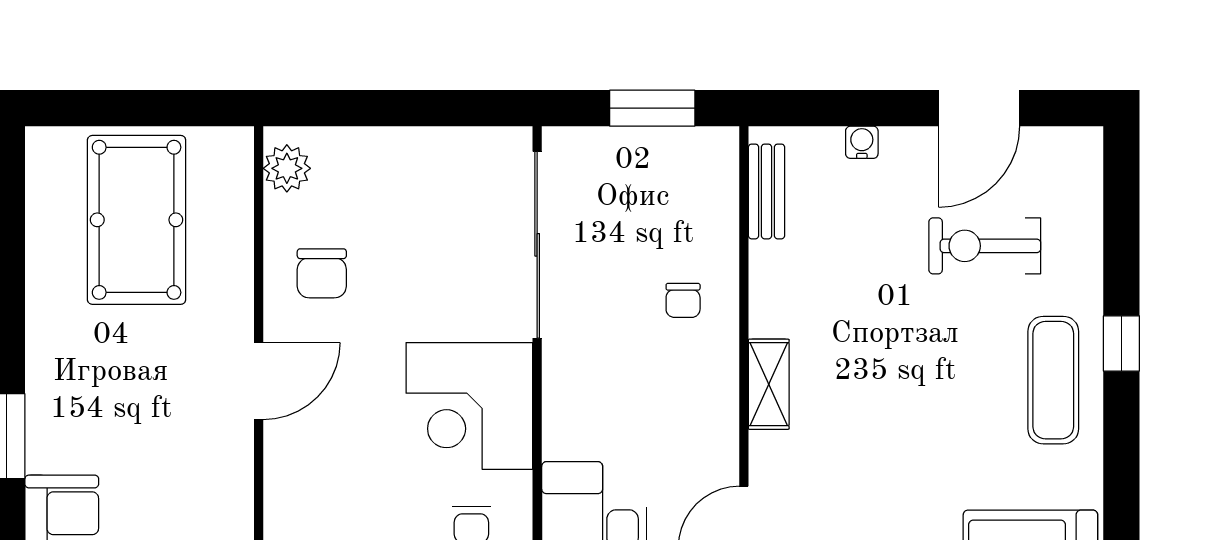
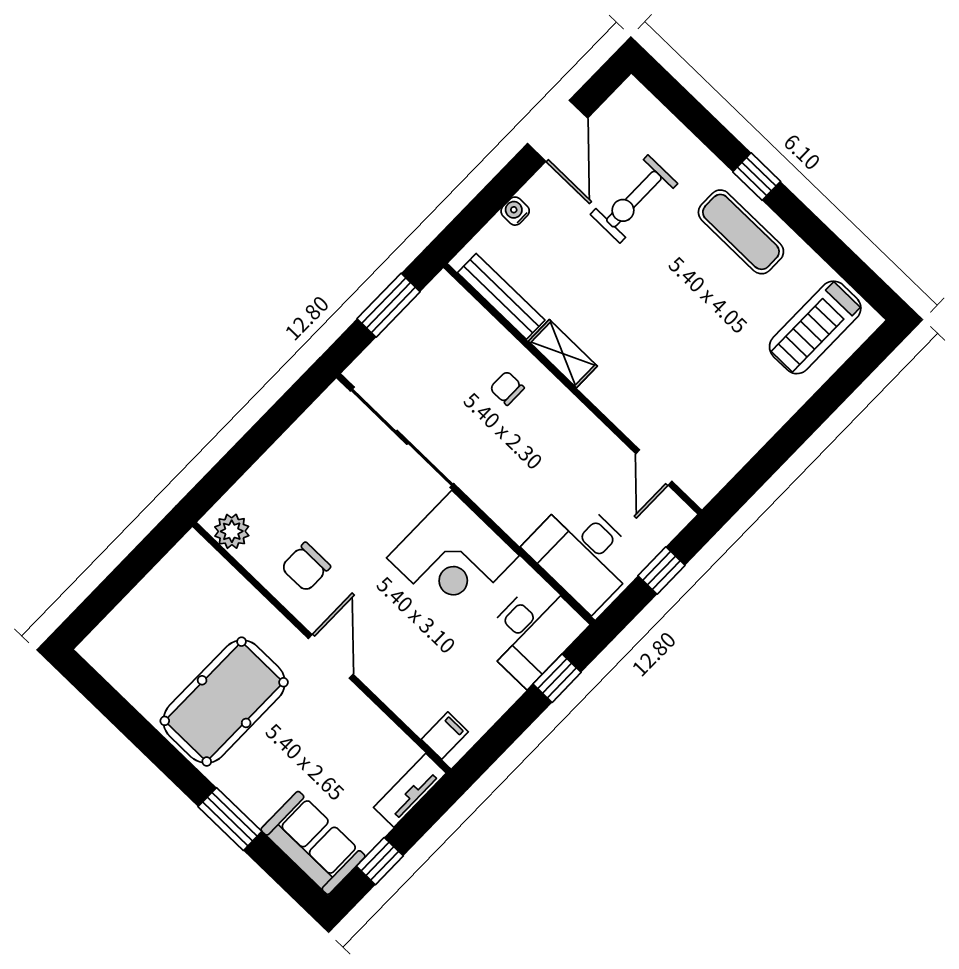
bench: (766, 191) -> (501, 296), width x1.36
pool table: (137, 220) -> (224, 702), moved, turned 90
chair: (322, 273) -> (306, 567), turned 90
chair: (683, 300) -> (507, 388), turned 180
shelving: (769, 384) -> (563, 354), moved

